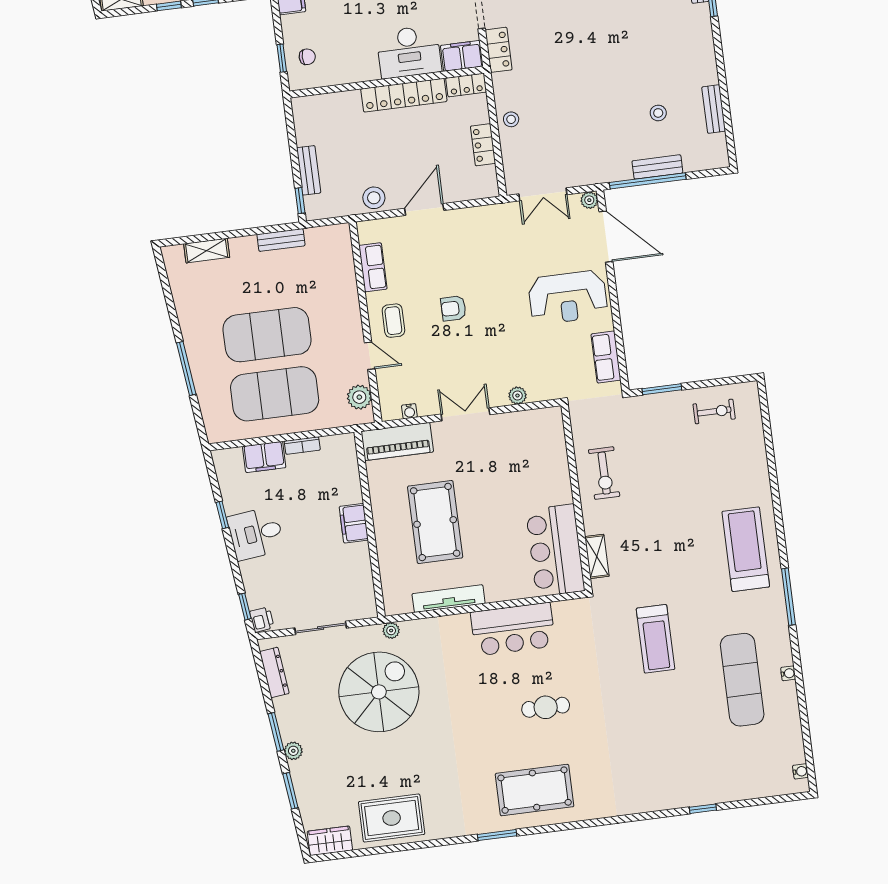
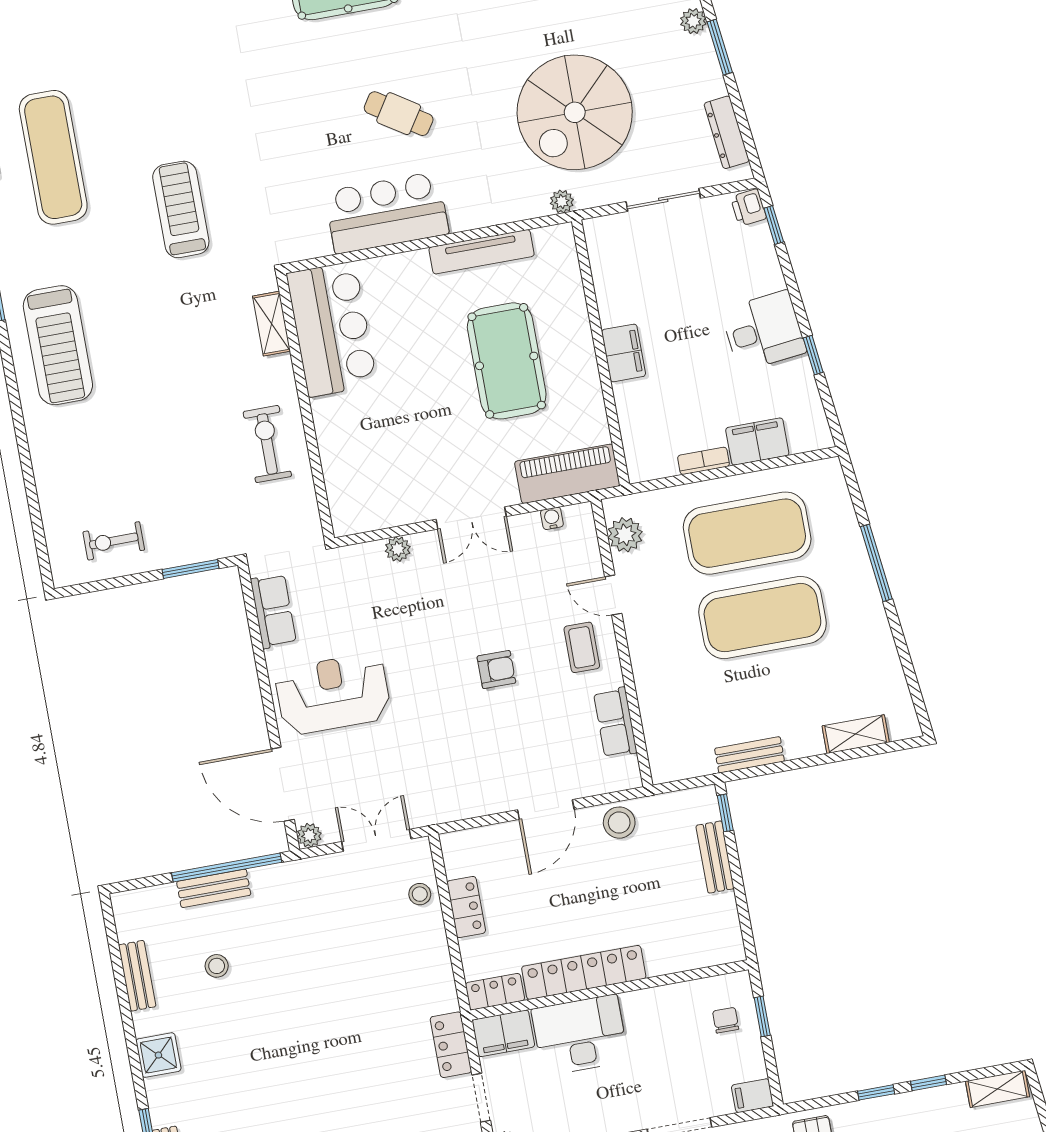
shower: (702, 53) -> (158, 1055), added
chair: (307, 57) -> (726, 1020), turned 90
stool: (511, 119) -> (420, 894), moved
cafe table: (546, 707) -> (399, 114), moved, turned 33

